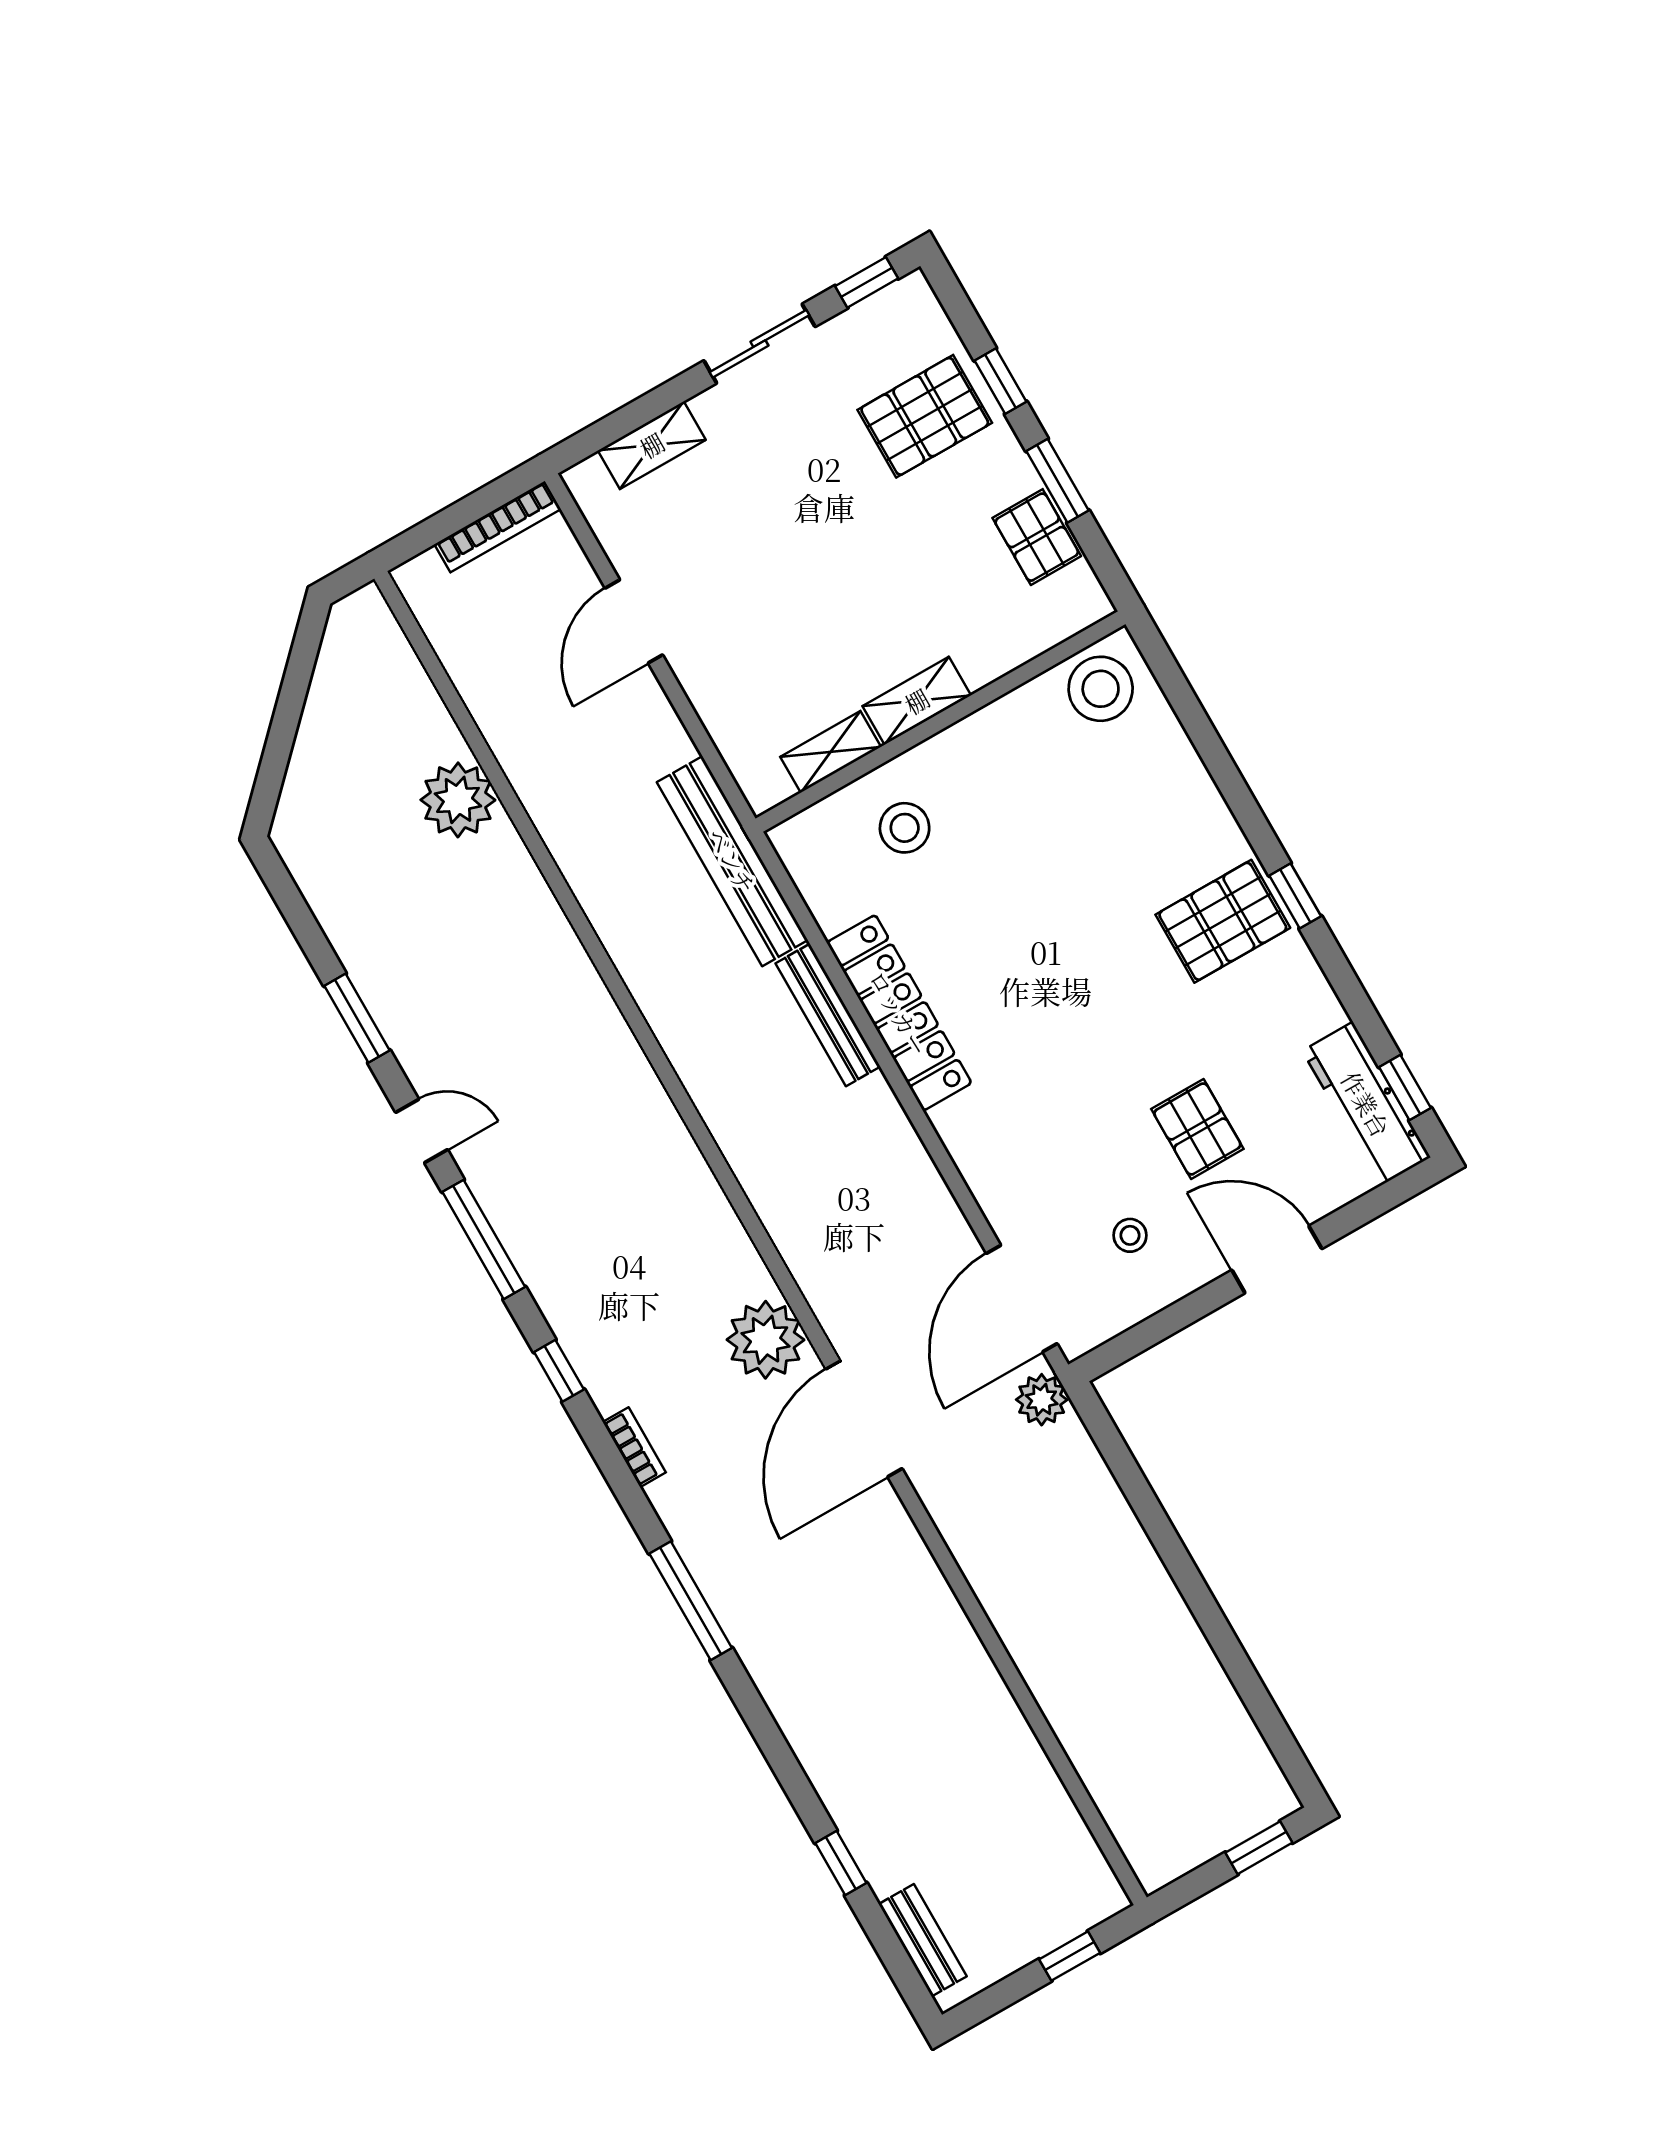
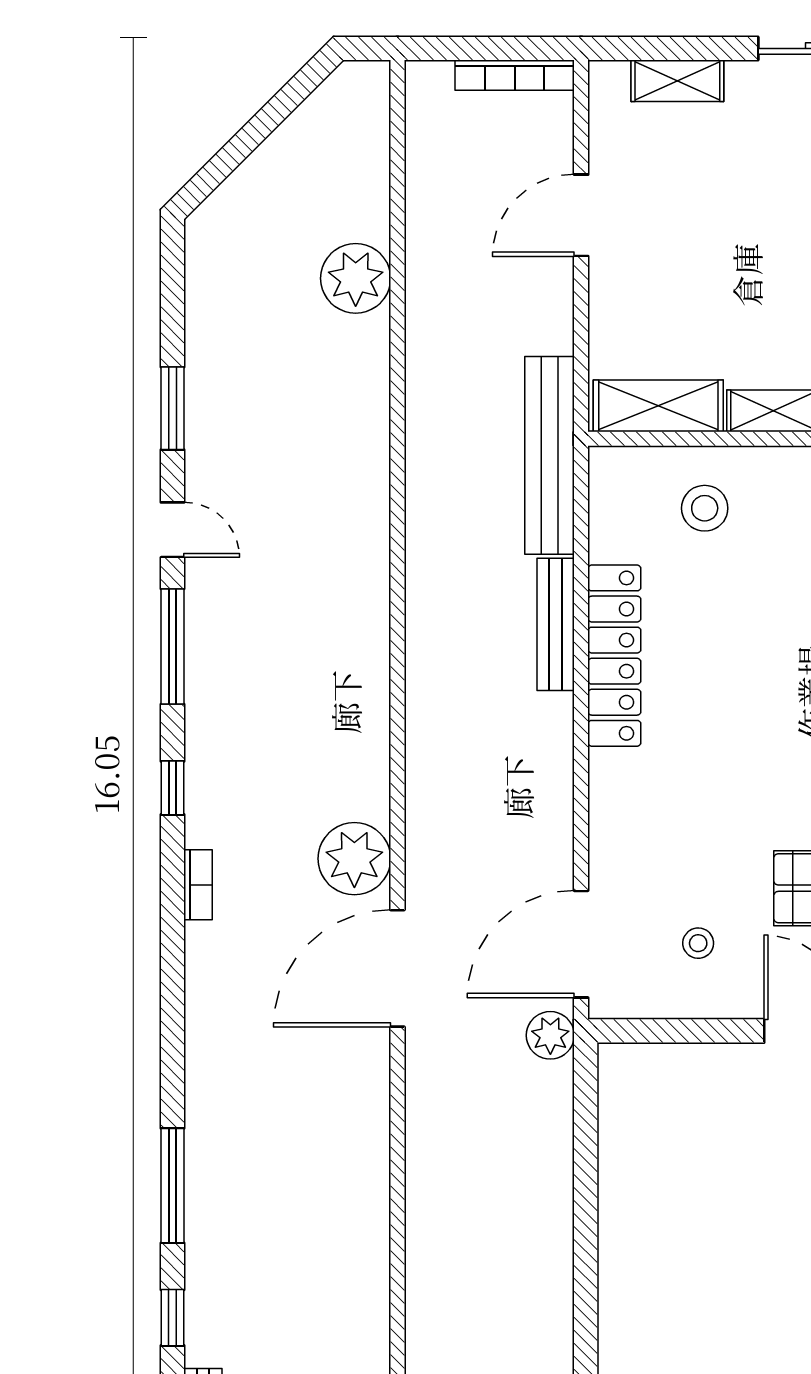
shelving: (831, 752) -> (658, 406), width x1.50, depth x1.33
window: (691, 1601) -> (173, 1186), moved

